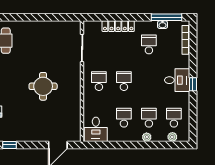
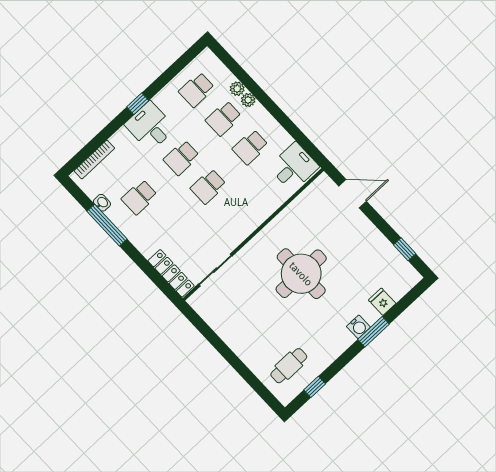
window: (167, 17) -> (107, 225), moved
locker: (118, 26) -> (171, 273), moved
school desk: (99, 81) -> (181, 158), moved
round table: (43, 86) -> (301, 274), width x1.36, depth x1.36
plant: (172, 137) -> (237, 89), moved

